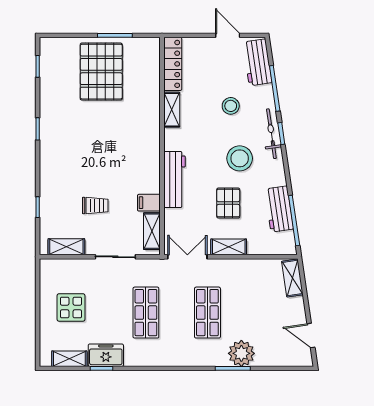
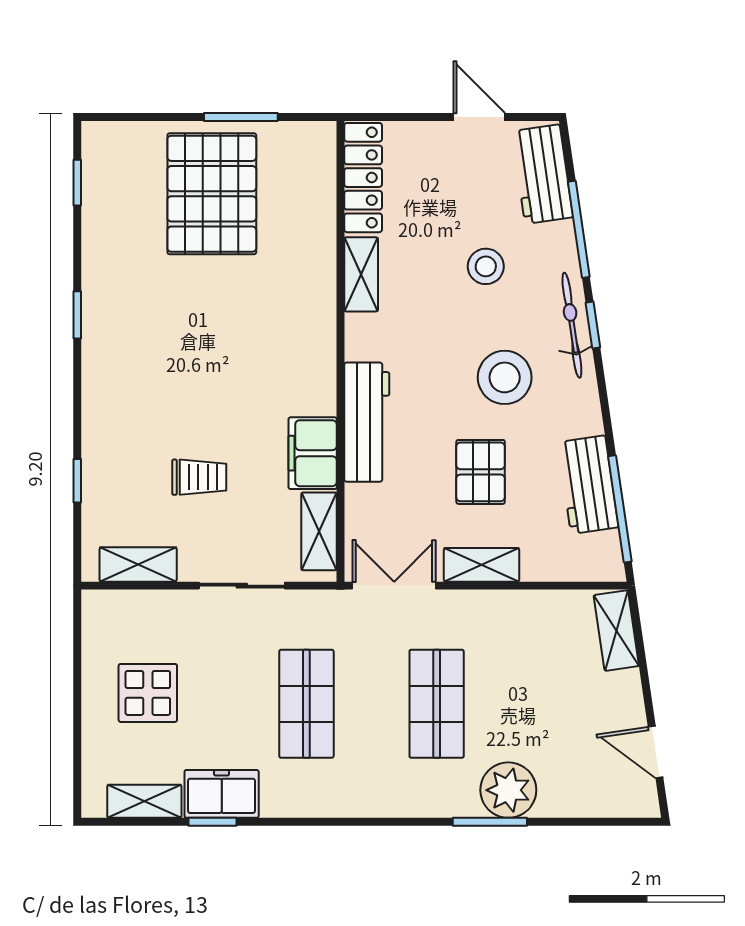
filing cabinet: (149, 203) -> (313, 453), width x2.00

